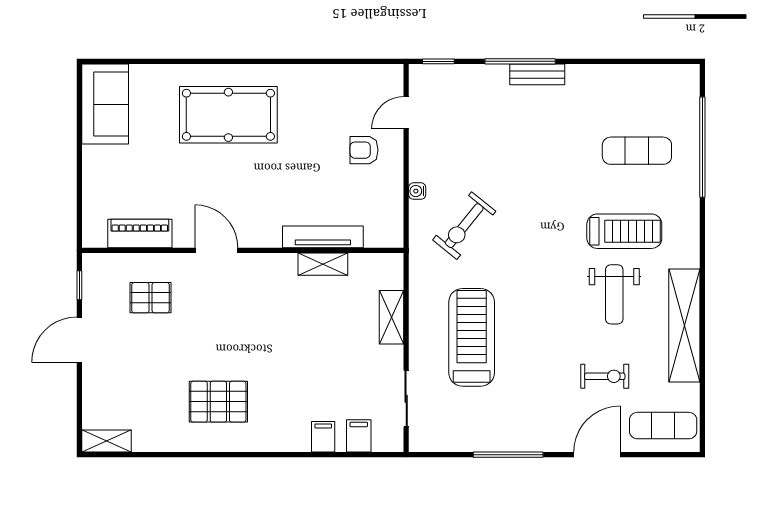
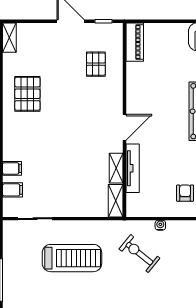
piano: (140, 234) -> (135, 42), moved
door: (217, 250) -> (125, 127), moved
shelving: (392, 317) -> (116, 201), moved, turned 90
pallet: (218, 402) -> (27, 94), moved

